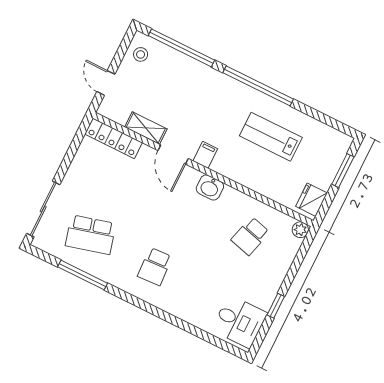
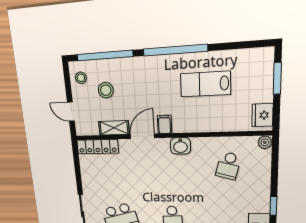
stool: (161, 83) -> (106, 90), added
door: (173, 154) -> (142, 136), swing flipped

